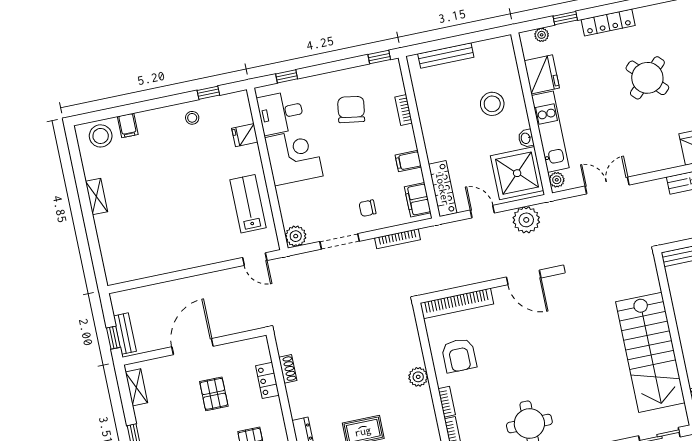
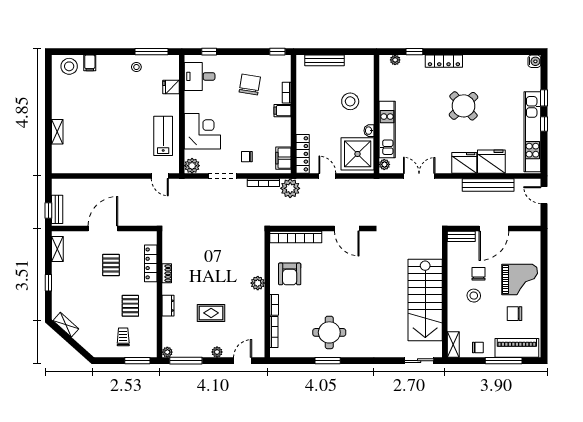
fridge: (542, 74) -> (464, 163), moved, turned -90
window: (208, 93) -> (152, 52), width x2.17
corner desk: (294, 157) -> (202, 131), moved
filing cabinet: (408, 161) -> (283, 111), moved
shelving: (96, 197) -> (57, 132), moved
plant: (526, 220) -> (290, 188), moved
shoe rack: (288, 369) -> (167, 273), moved
locker: (267, 380) -> (151, 263), width x1.53

